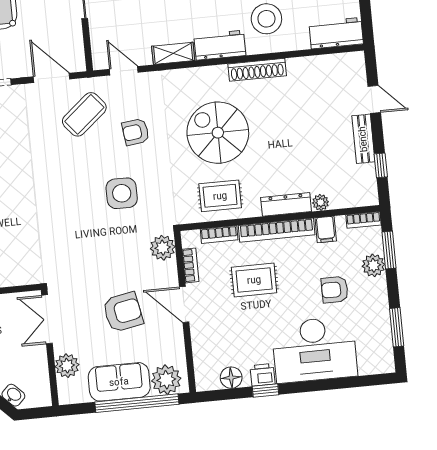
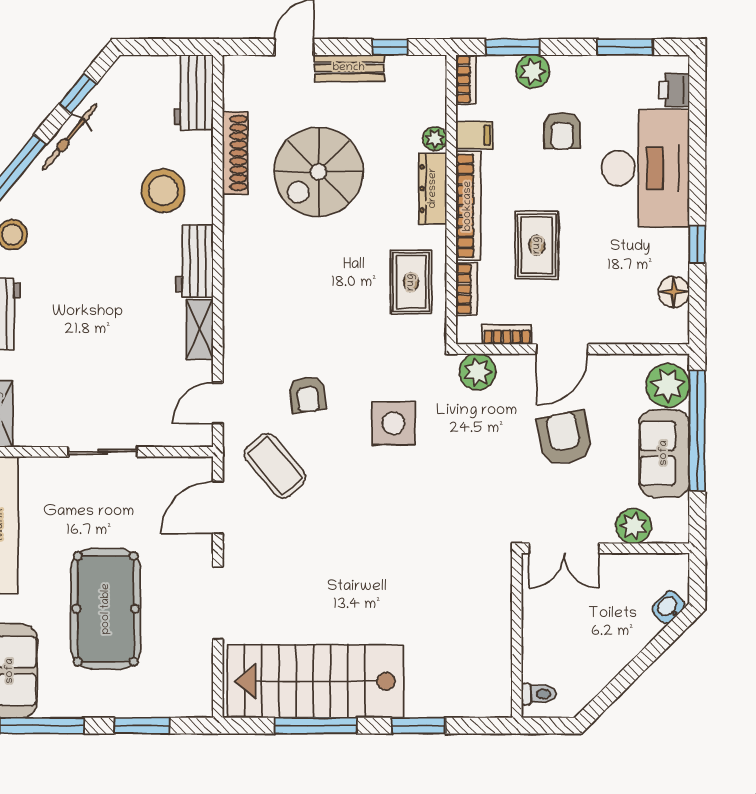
shoe rack: (257, 70) -> (235, 153), moved
spiral stairs: (218, 133) -> (319, 172), moved
printer: (263, 375) -> (674, 90), moved

